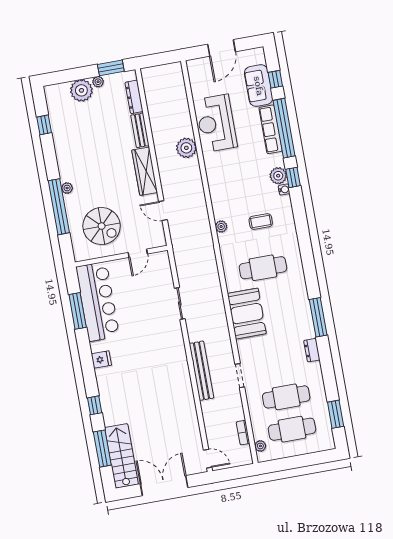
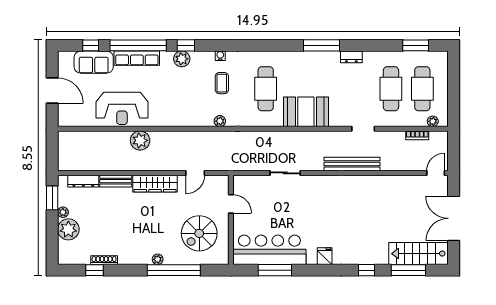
shoe rack: (56, 133) -> (104, 260), added
water cooler: (284, 190) -> (220, 56), moved
spiral stairs: (102, 226) -> (199, 233), turned 180

